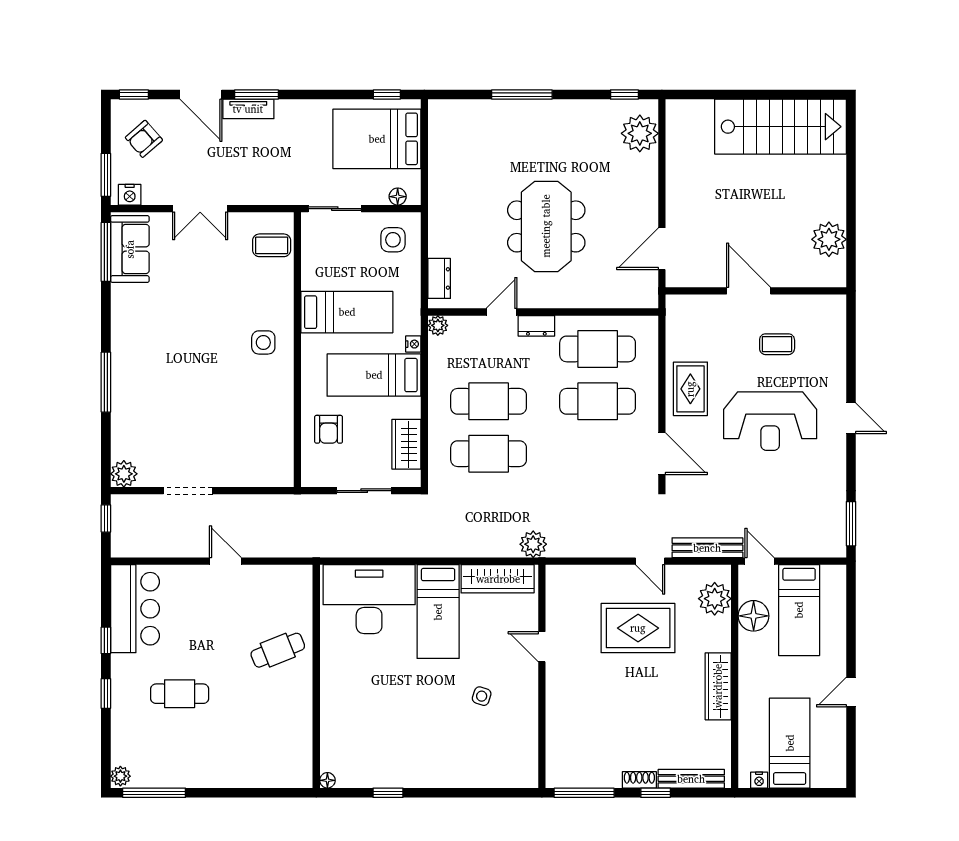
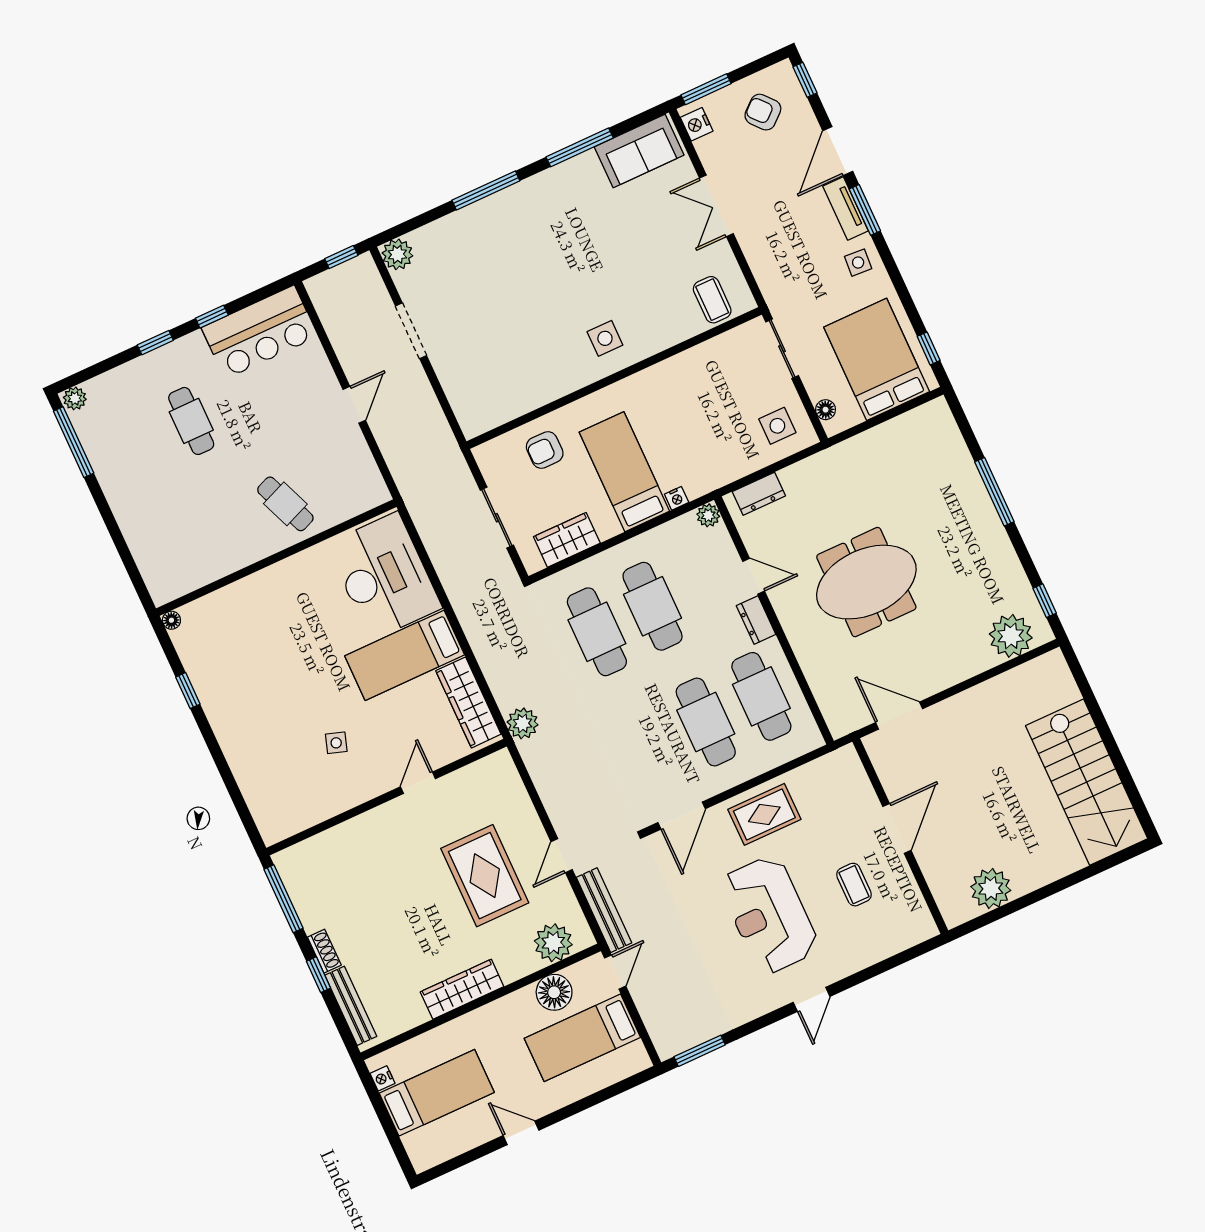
side table: (295, 119) -> (858, 263), added
window: (106, 252) -> (580, 147), moved
bed: (347, 312) -> (678, 412), removed

